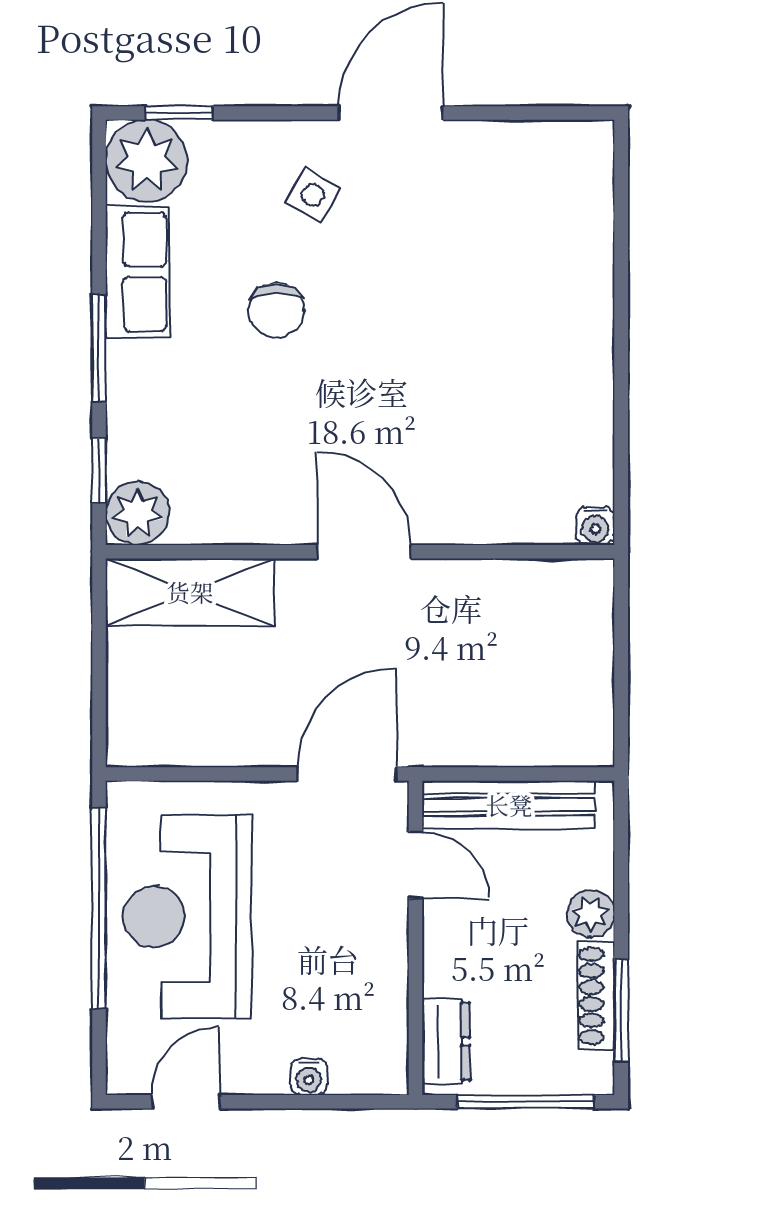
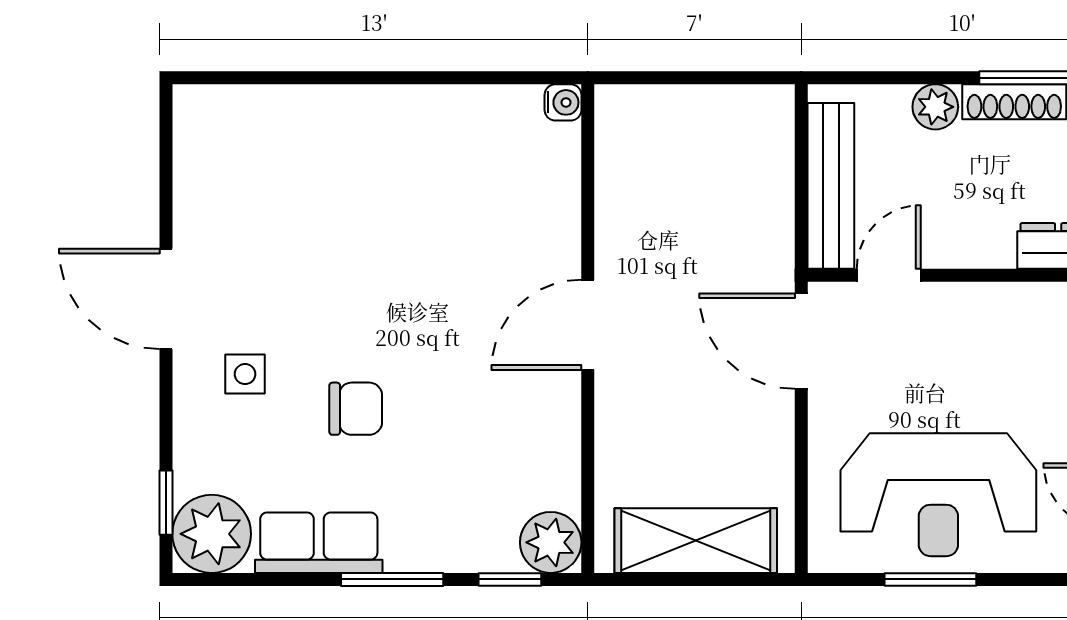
side table: (313, 195) -> (245, 374), turned -30
shelving: (190, 592) -> (696, 541), moved, turned 90
window: (99, 908) -> (930, 579), width x0.47

